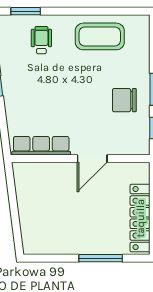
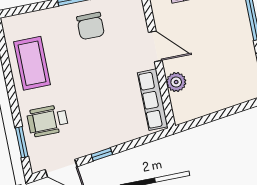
wheelchair: (41, 40) -> (47, 121), width x1.36, depth x1.37
plant: (54, 172) -> (176, 82), added

